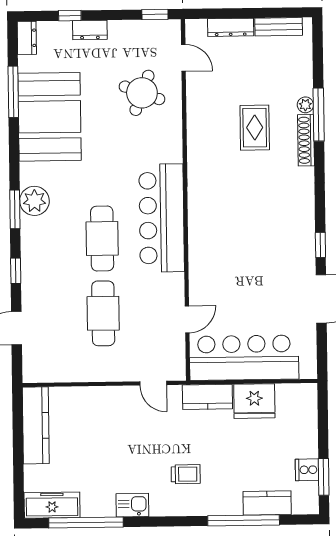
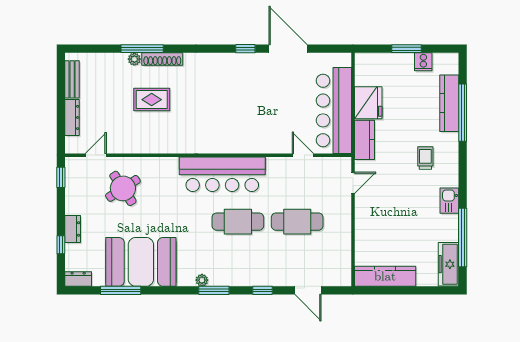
round table: (142, 93) -> (123, 188), turned 36
plant: (34, 201) -> (202, 280), width x0.53, depth x0.53
window: (324, 477) -> (407, 49), moved
kitchen counter: (267, 503) -> (449, 103), width x1.50

